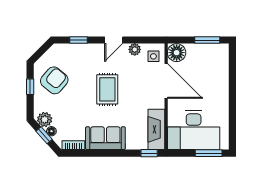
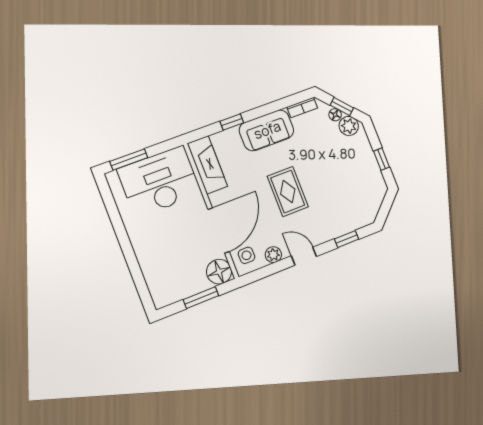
door: (114, 40) -> (304, 256), hinge flipped
window: (207, 40) -> (201, 298), moved
armchair: (54, 80) -> (356, 178), removed
door: (166, 81) -> (219, 230), swing flipped
window: (149, 153) -> (232, 122), moved

